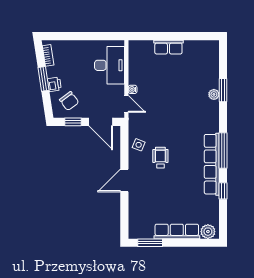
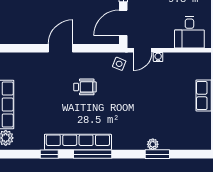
desk: (110, 65) -> (189, 32), width x0.73
side table: (139, 145) -> (119, 64), moved
door: (124, 180) -> (60, 48), hinge flipped

